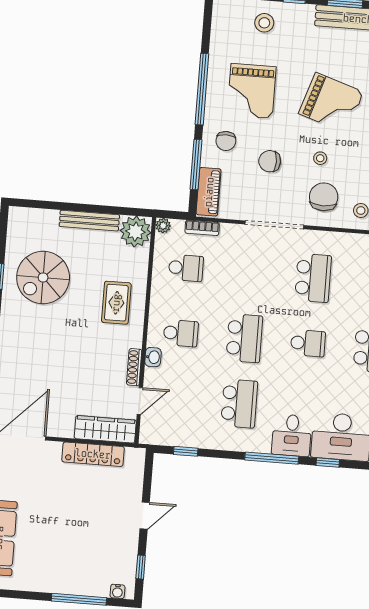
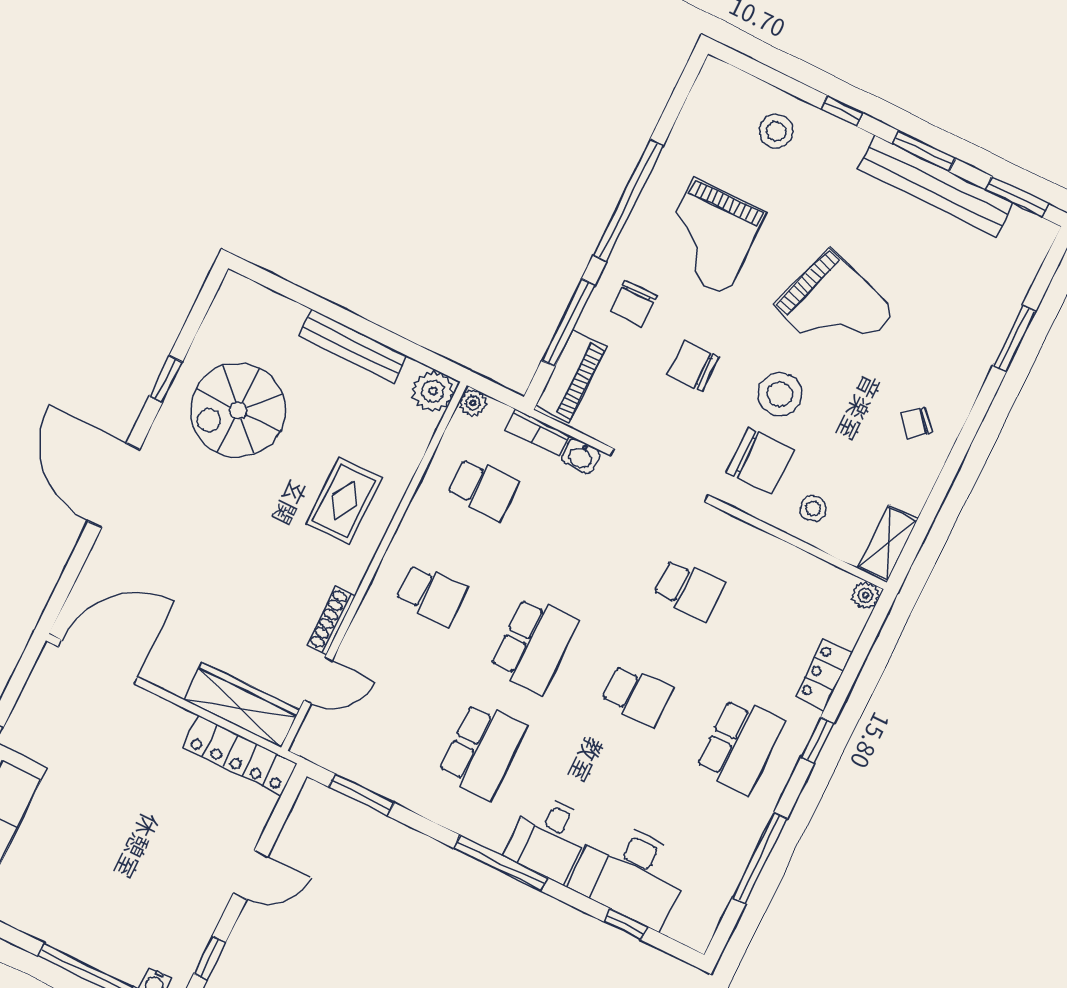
stool: (320, 158) -> (780, 394), width x1.89, depth x1.89
chair: (324, 197) -> (760, 461), turned 90
plant: (135, 232) -> (433, 391), width x0.73, depth x0.73
school desk: (313, 278) -> (689, 590), width x0.54
washbasin: (153, 357) -> (581, 456), moved, turned 90
window: (186, 451) -> (361, 795), width x1.50
locker: (93, 454) -> (240, 756), moved
window: (328, 463) -> (626, 924), moved

